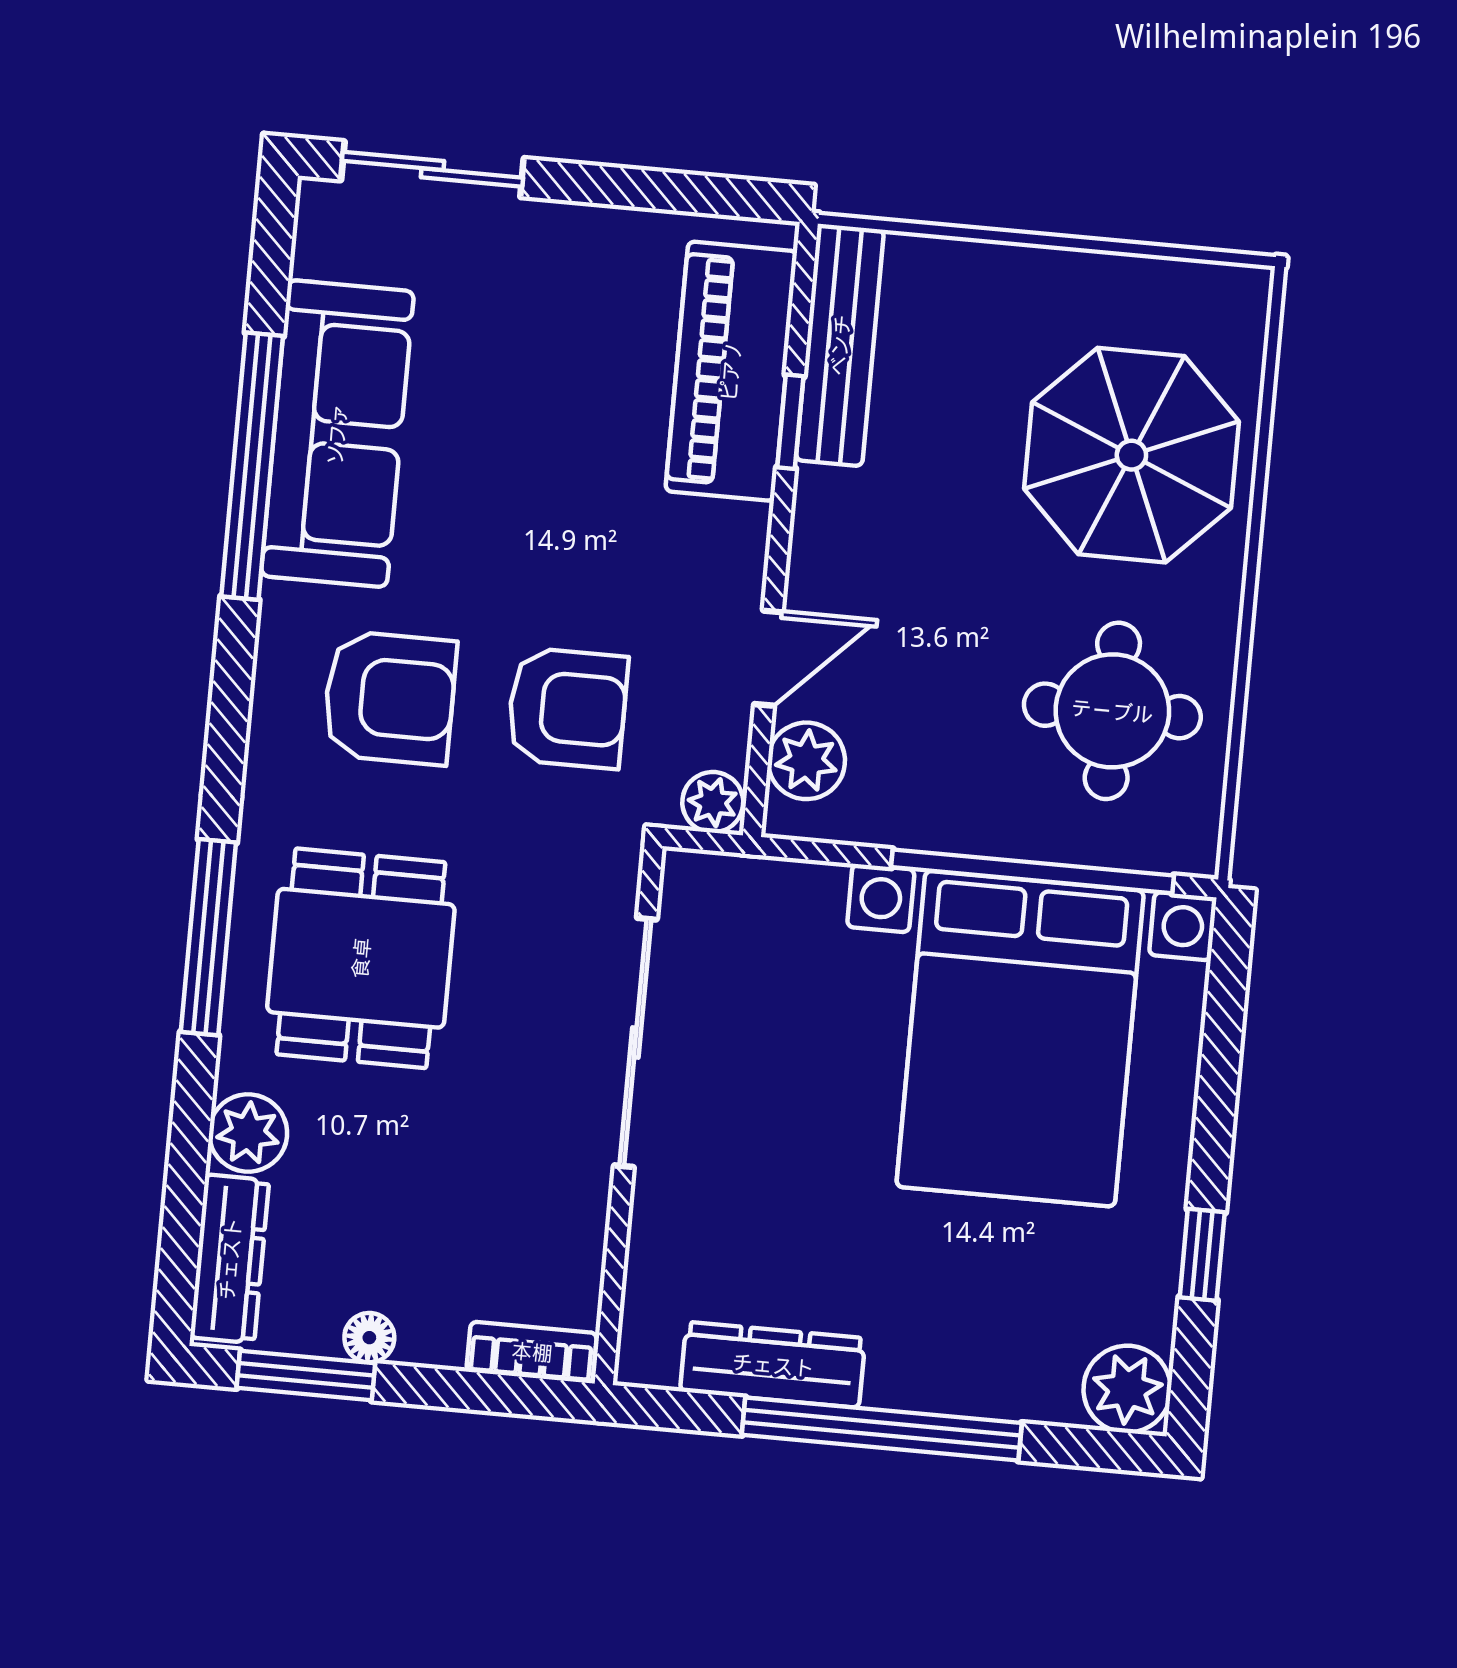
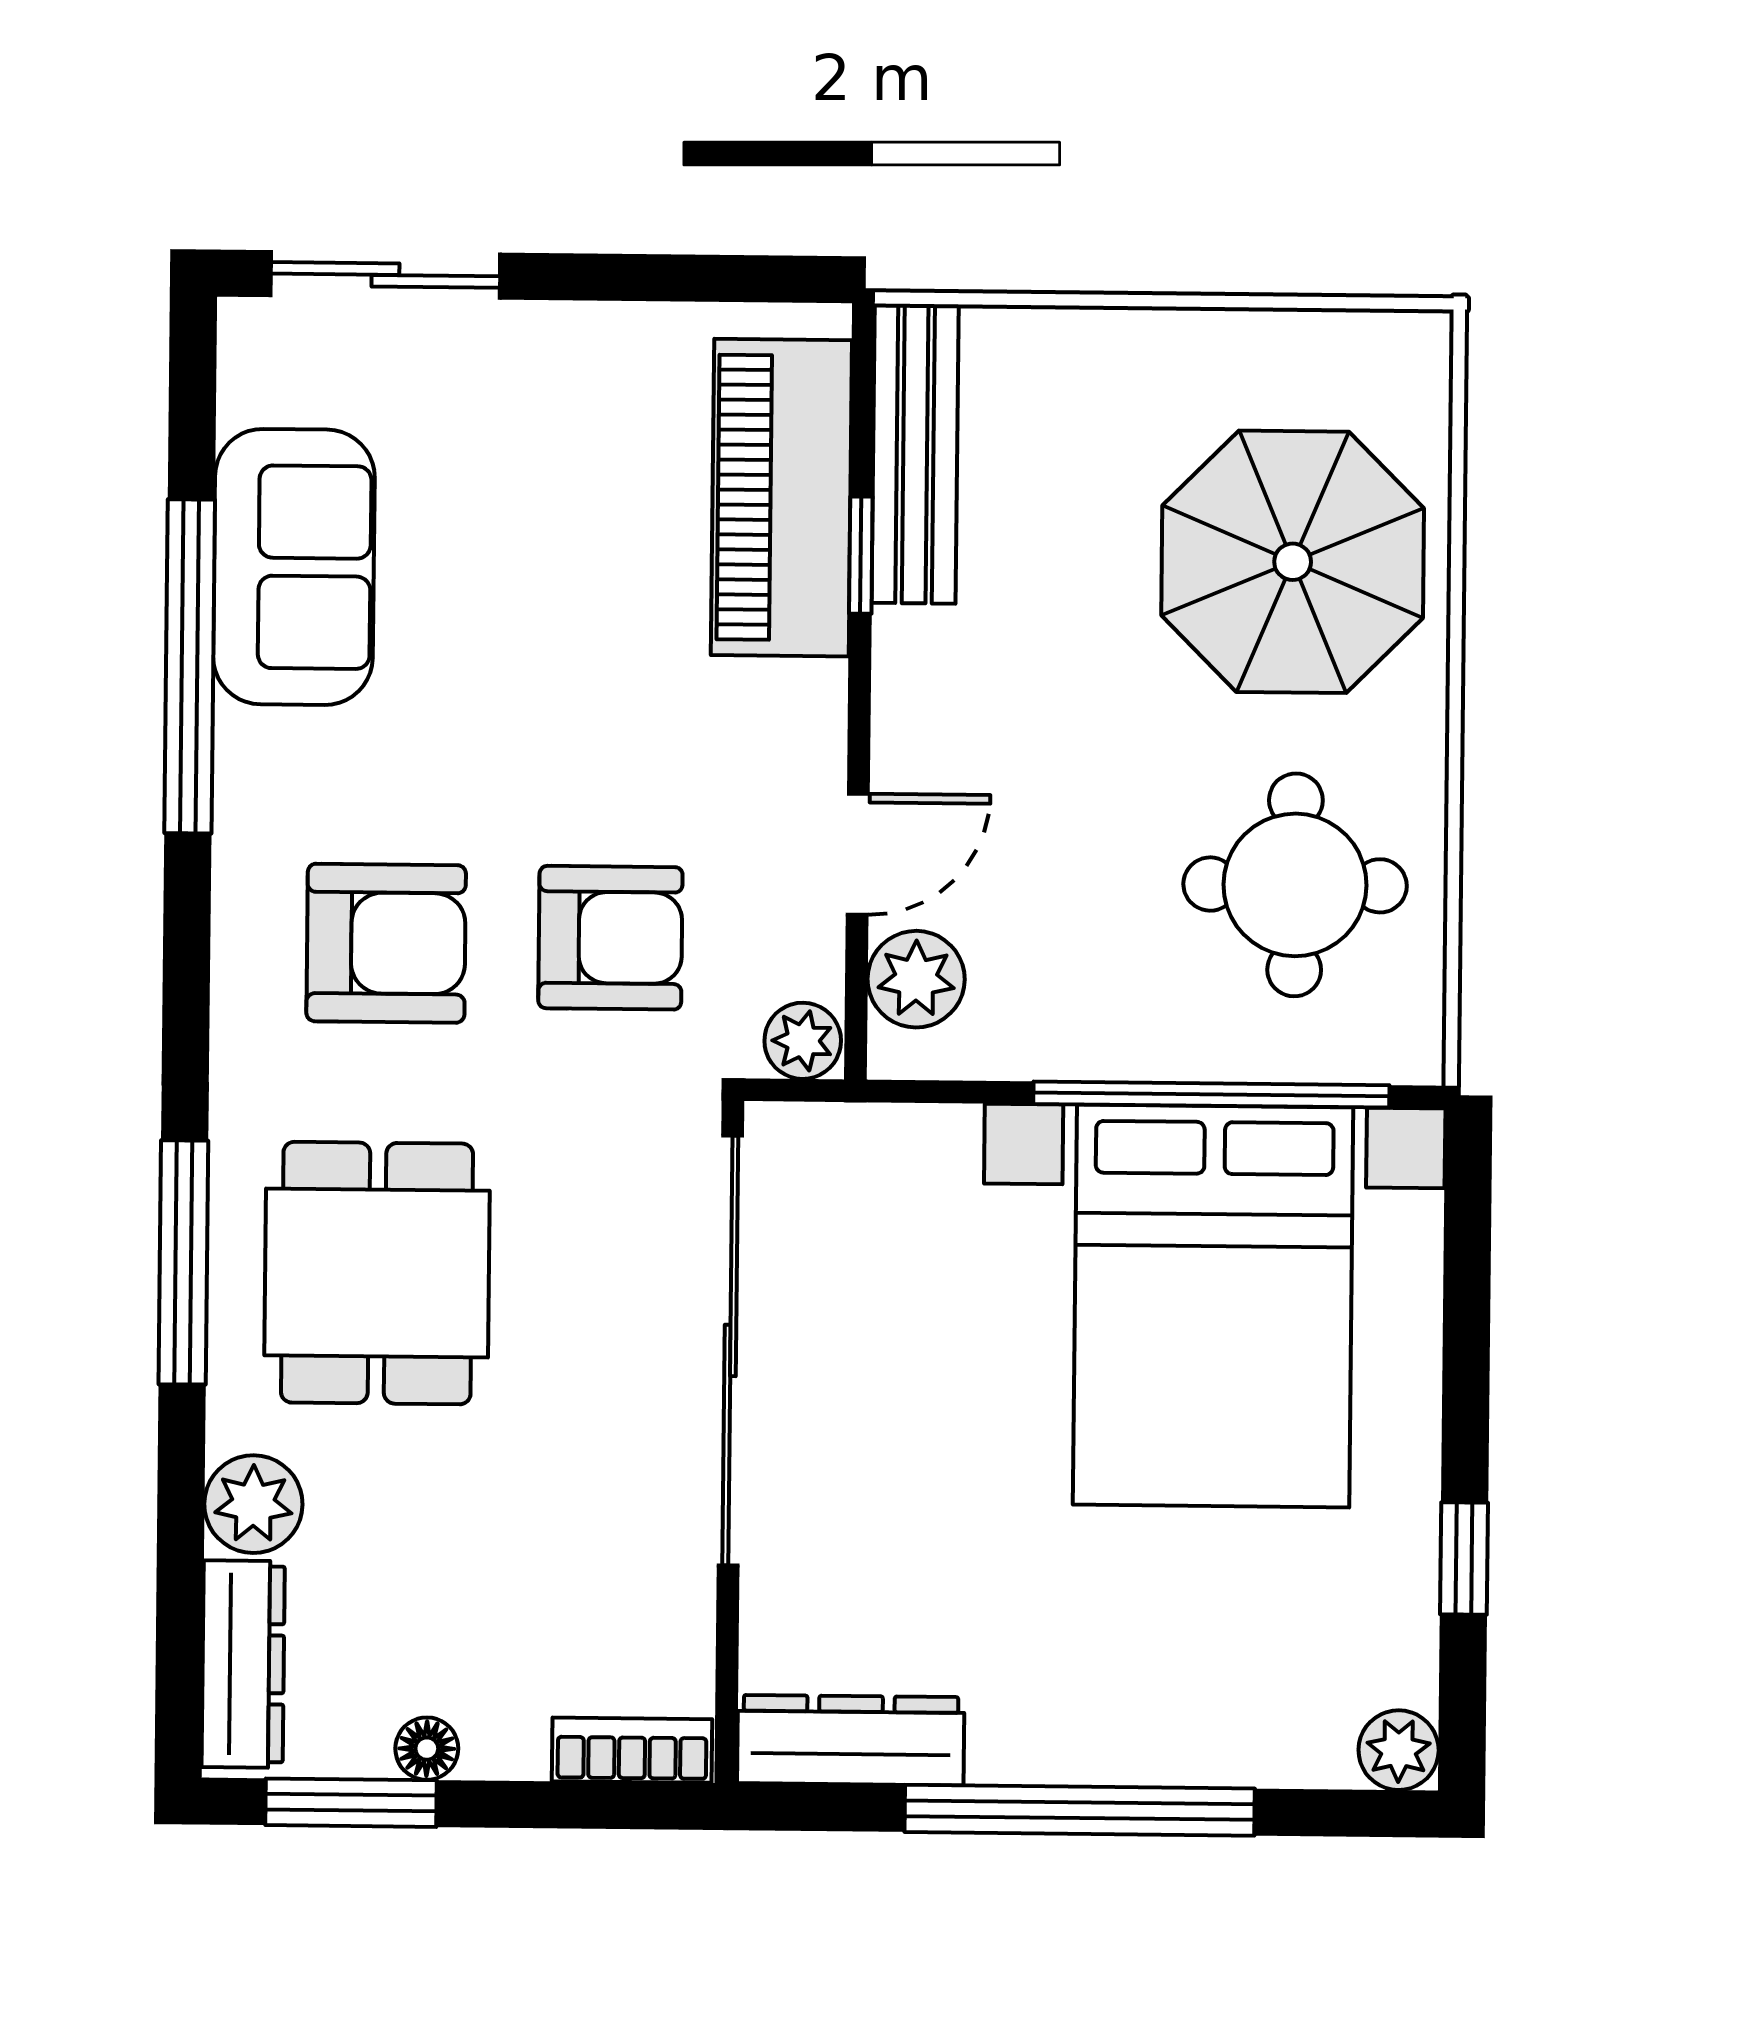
sofa: (337, 434) -> (294, 567), width x0.73
sliding door: (635, 1042) -> (730, 1350), width x1.36
dresser: (773, 1365) -> (851, 1740), moved
plant: (1127, 1389) -> (1399, 1750), width x0.73, depth x0.73

